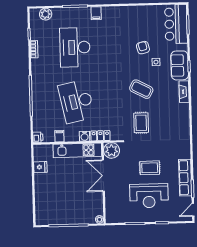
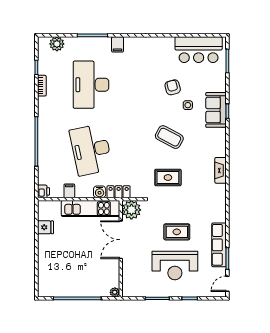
bar counter: (176, 24) -> (199, 50), moved, turned -90
fireplace: (184, 92) -> (221, 170), moved
rug: (141, 123) -> (168, 177), turned 90

